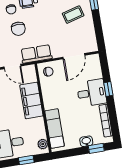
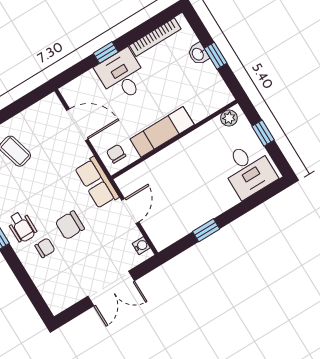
chair: (18, 29) -> (70, 225), turned 180
filing cabinet: (31, 100) -> (170, 162), removed
exam couch: (55, 128) -> (162, 132), moved
window: (96, 148) -> (216, 56), moved

